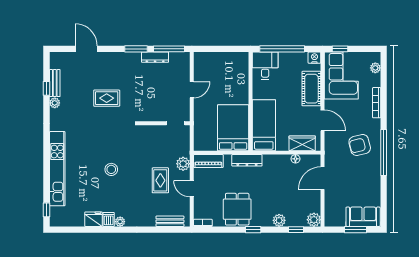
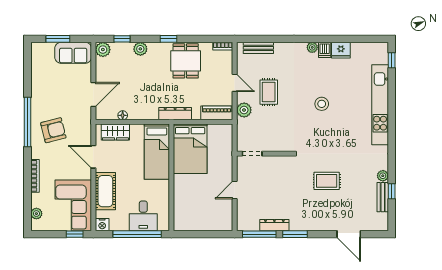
desk: (265, 66) -> (143, 216), moved
sofa: (363, 217) -> (73, 53), moved

